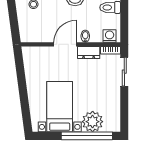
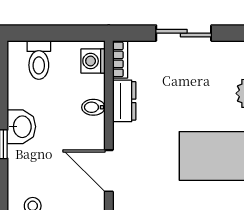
door: (65, 44) -> (109, 171), moved
sliding door: (124, 72) -> (184, 33), moved

